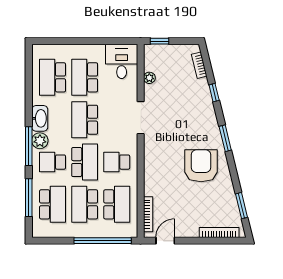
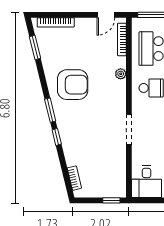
plant: (149, 78) -> (121, 74), moved
window: (214, 93) -> (57, 137), moved
armchair: (201, 166) -> (73, 85), turned -90

